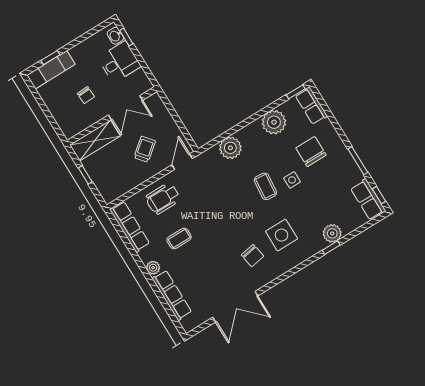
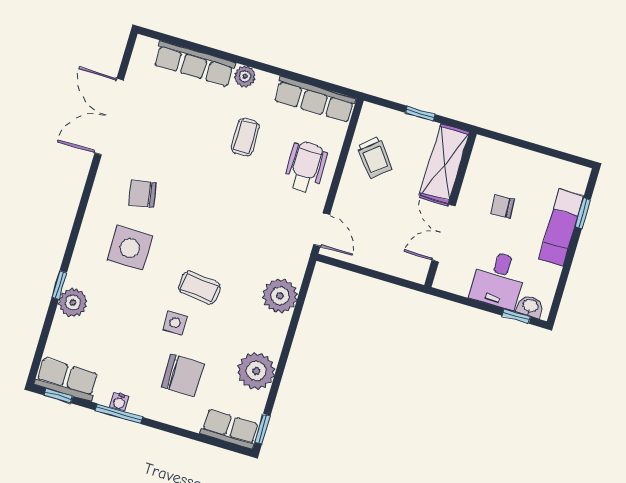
exam couch: (51, 70) -> (561, 227), moved
trolley: (145, 149) -> (375, 157), moved
water cooler: (353, 166) -> (119, 402), added

